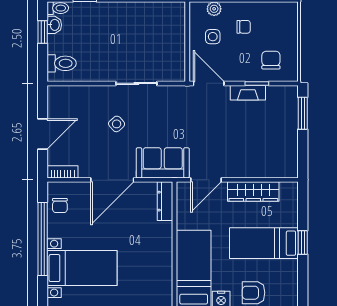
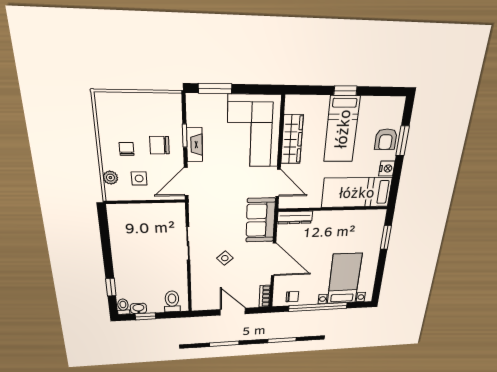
chair: (271, 60) -> (159, 145), moved
corner sofa: (261, 152) -> (254, 131), added

